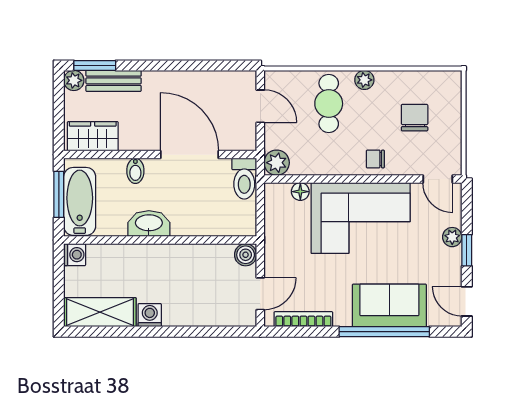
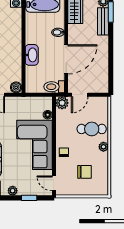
door: (260, 106) -> (80, 95), moved
door: (438, 179) -> (54, 183), hinge flipped
washbasin: (149, 224) -> (32, 55), moved
plant: (452, 237) -> (13, 191), moved
window: (467, 250) -> (29, 198), moved

